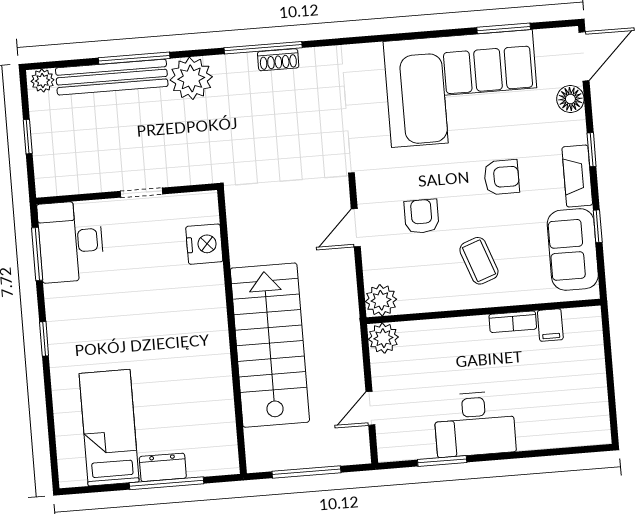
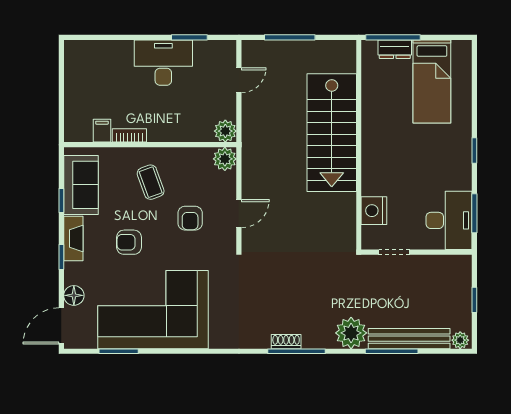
nightstand: (204, 244) -> (374, 211), moved
wall: (232, 332) -> (359, 145), moved
stairs: (270, 345) -> (332, 133), moved

